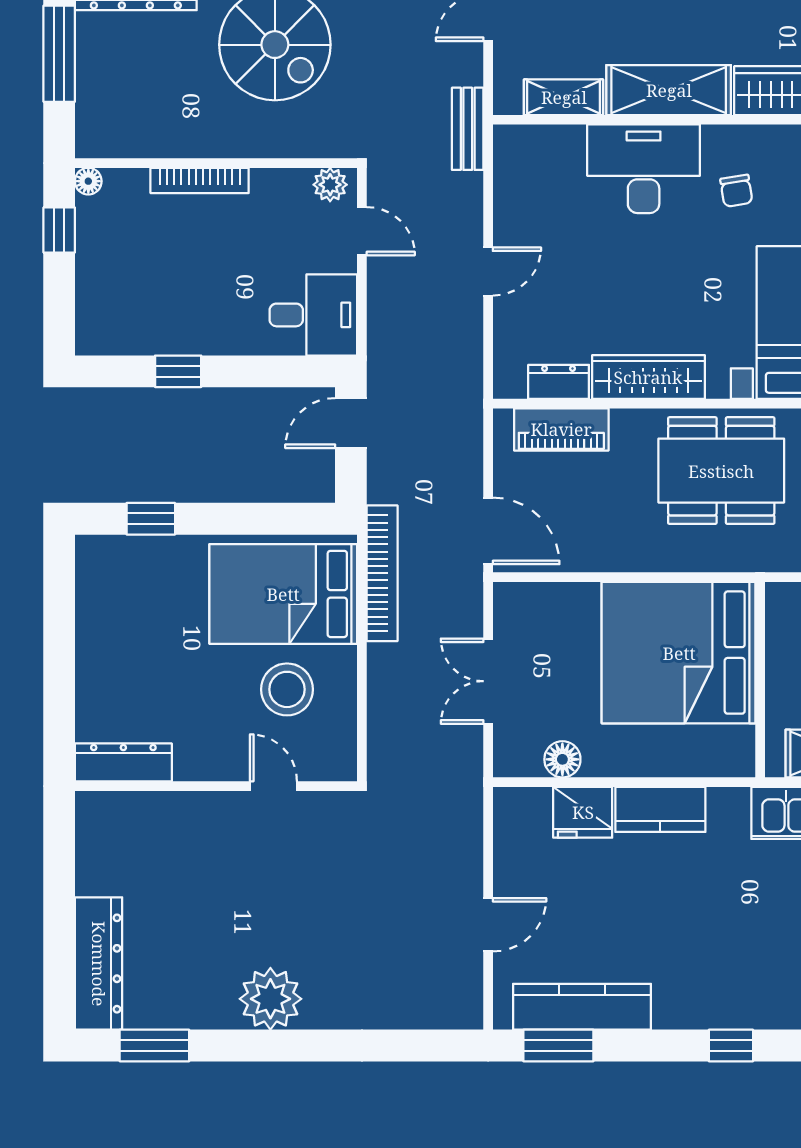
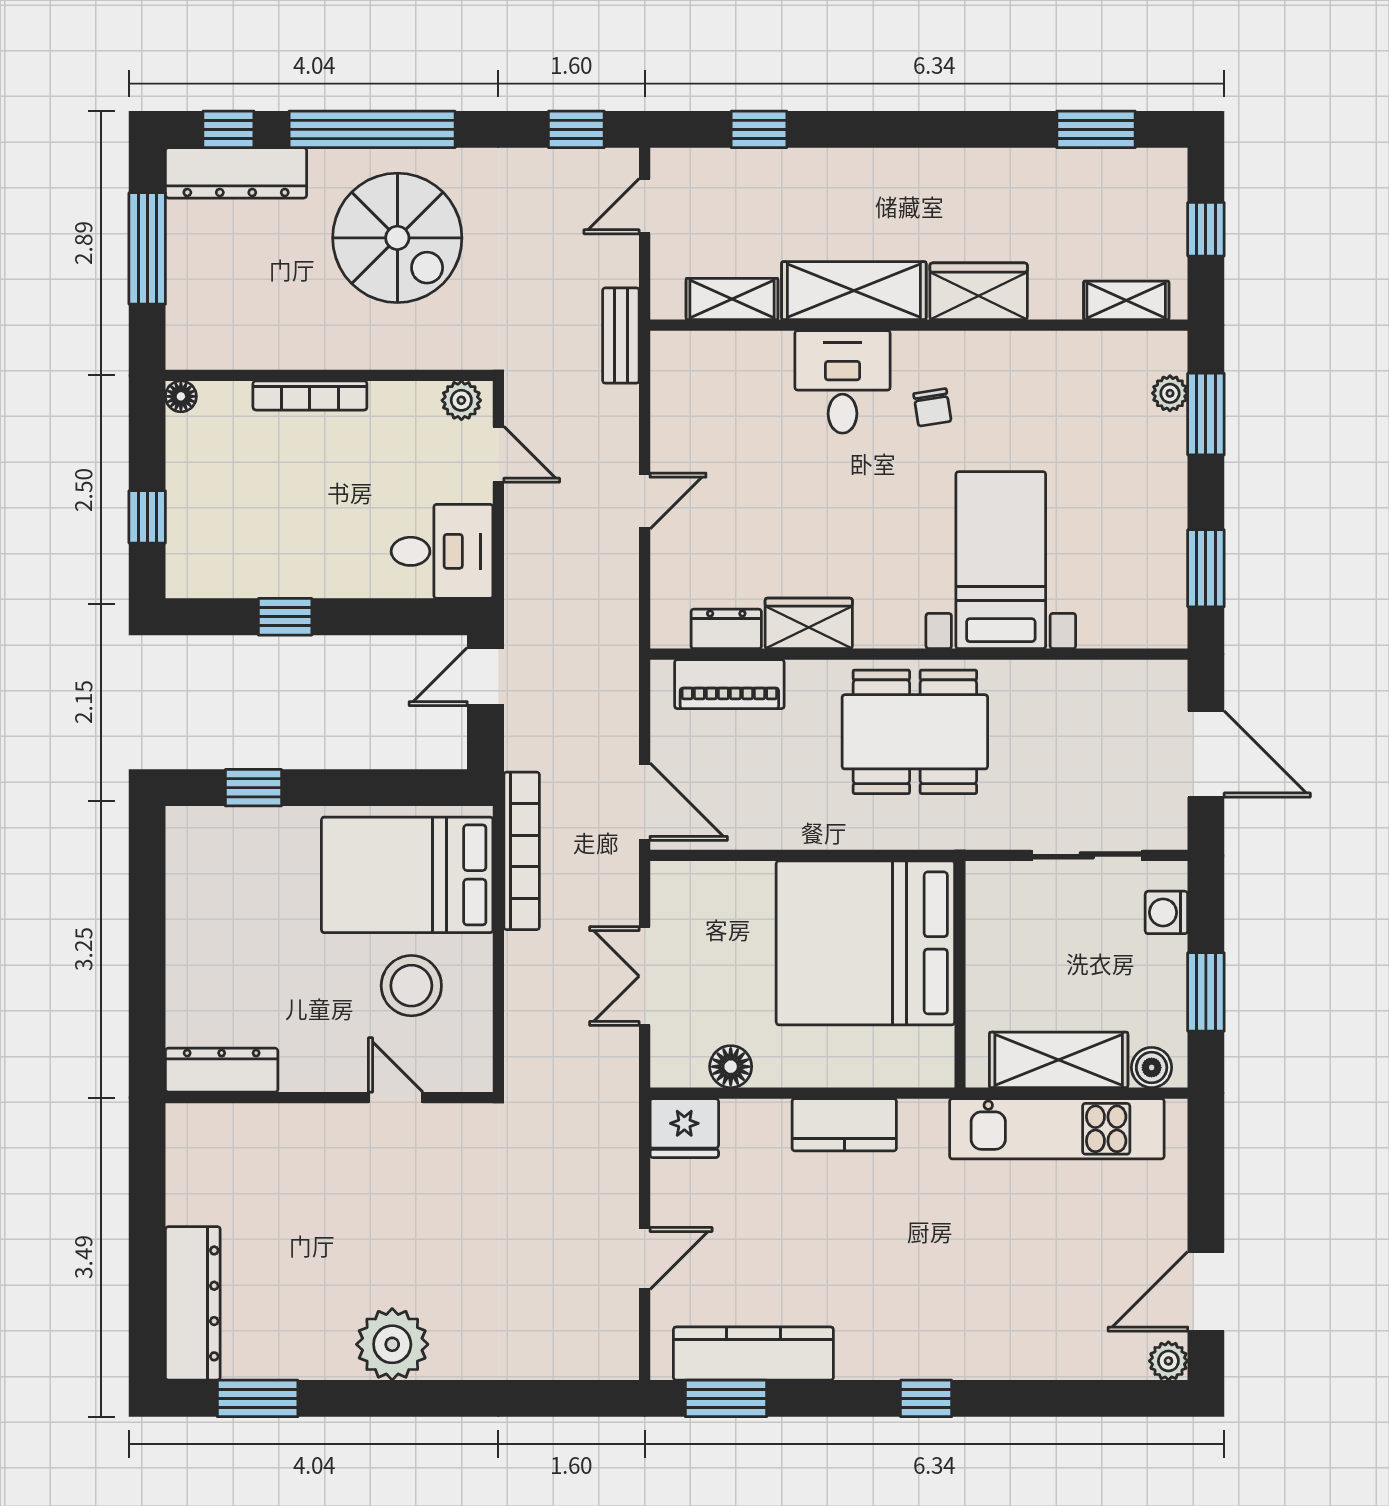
desk: (644, 169) -> (843, 382), width x0.73
window: (59, 230) -> (147, 517), moved
wardrobe: (648, 377) -> (809, 623), width x0.67
fridge: (583, 812) -> (684, 1128), moved

